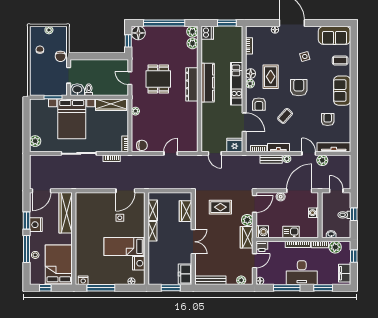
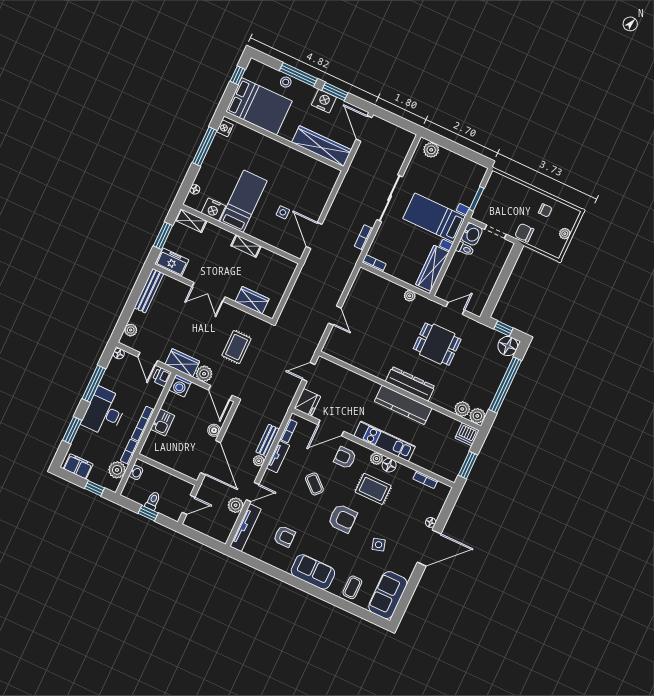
bed with nightstands: (72, 119) -> (434, 218), width x0.73
chair: (142, 145) -> (362, 284), removed
shelving: (153, 210) -> (191, 221), moved
washing machine: (313, 213) -> (174, 463), removed

